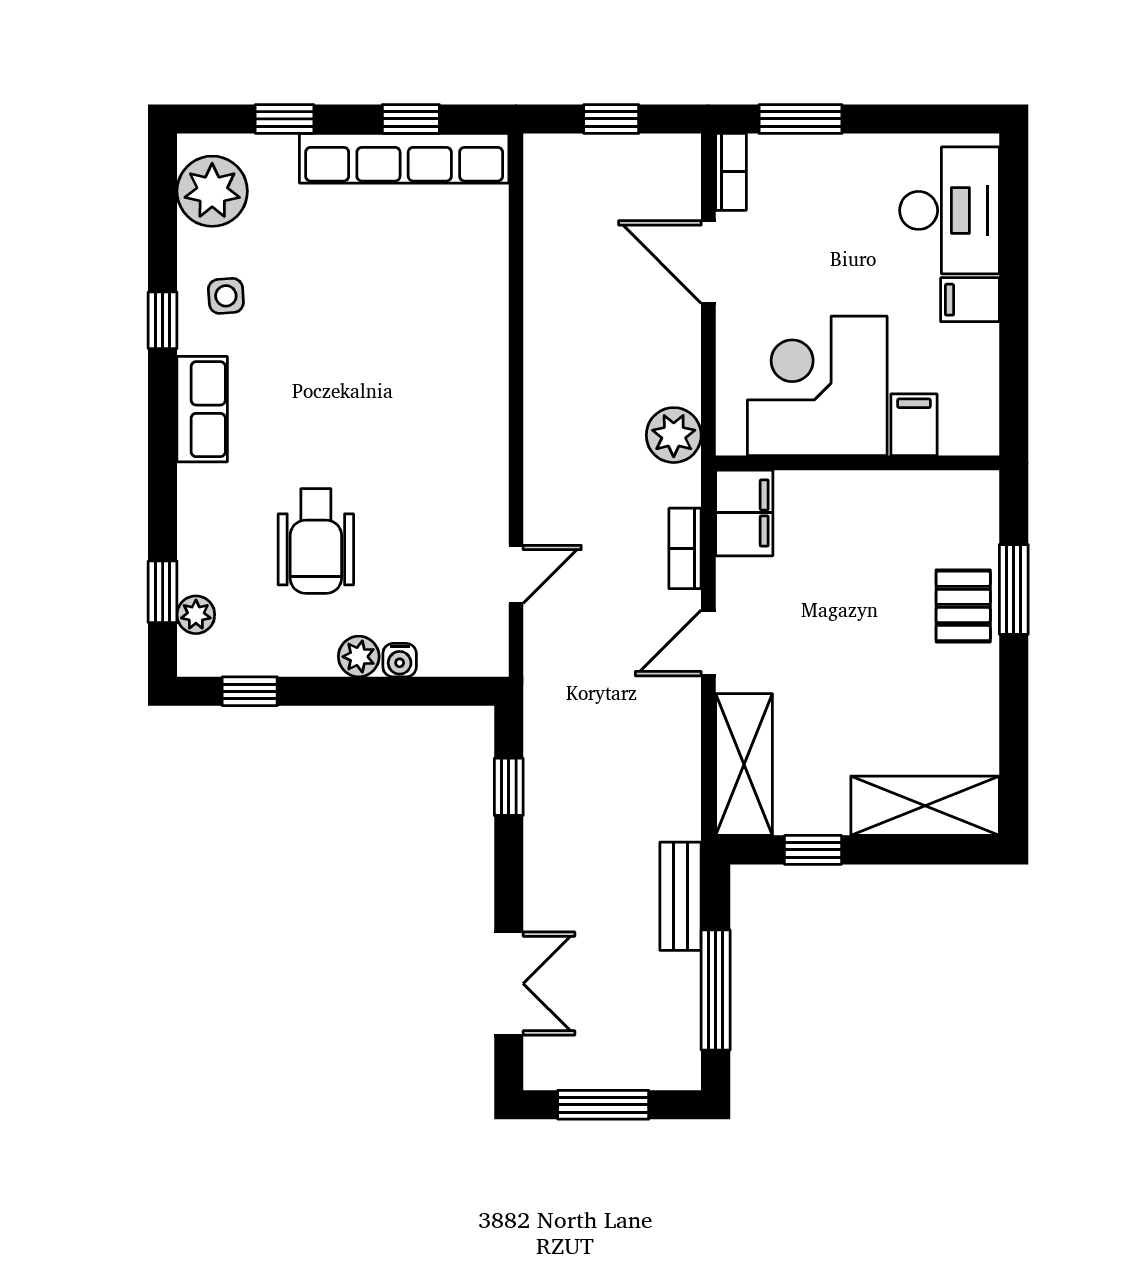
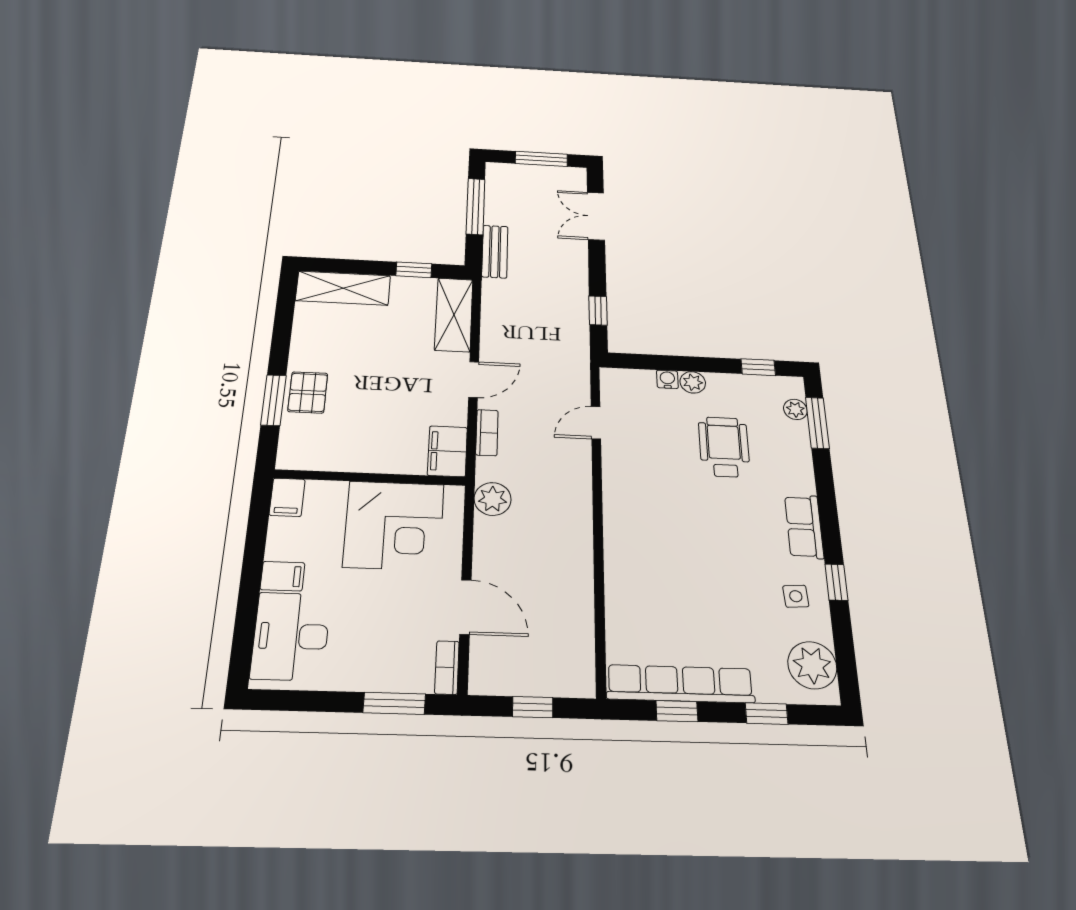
filing cabinet: (914, 425) -> (287, 497), moved
window: (163, 592) -> (817, 423), width x1.50

